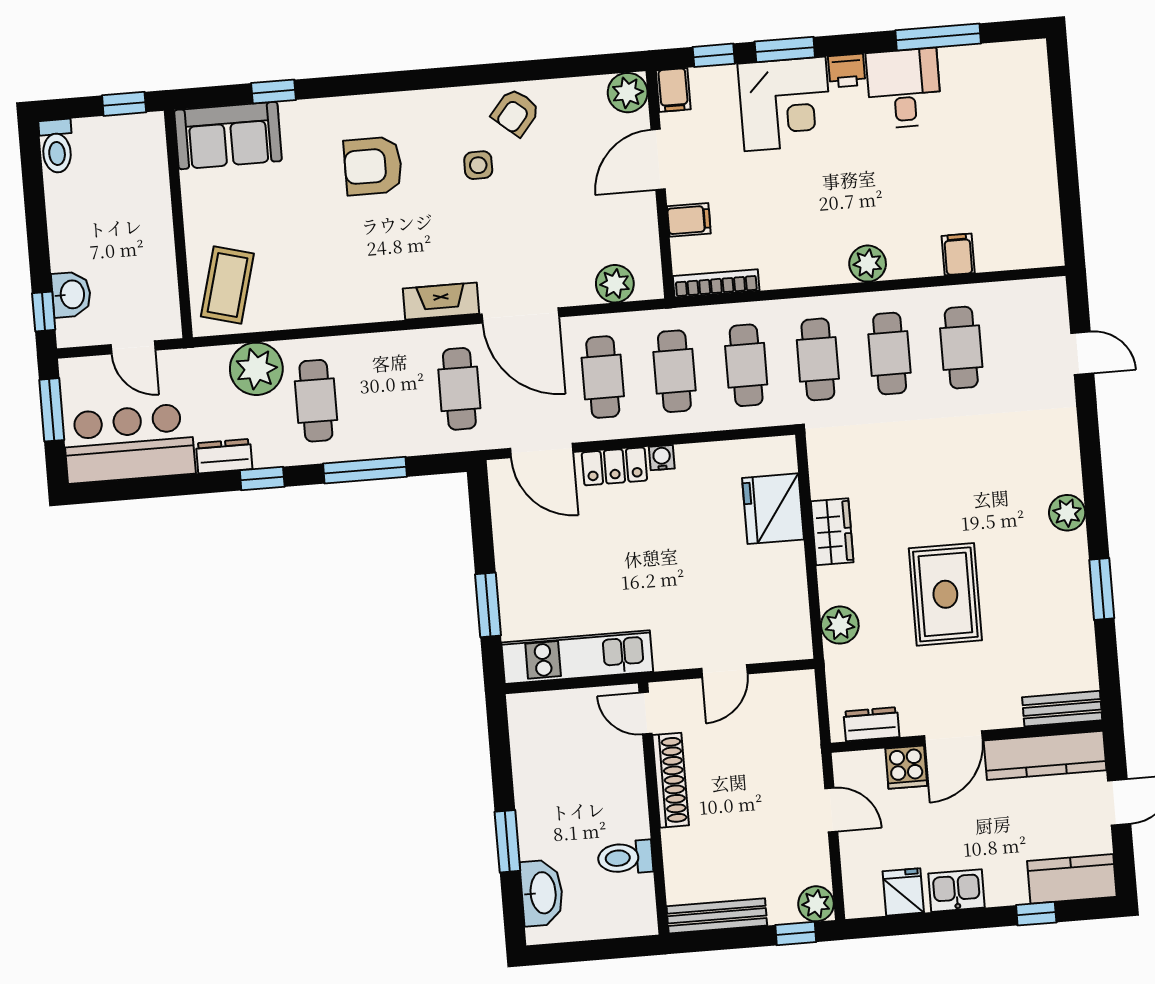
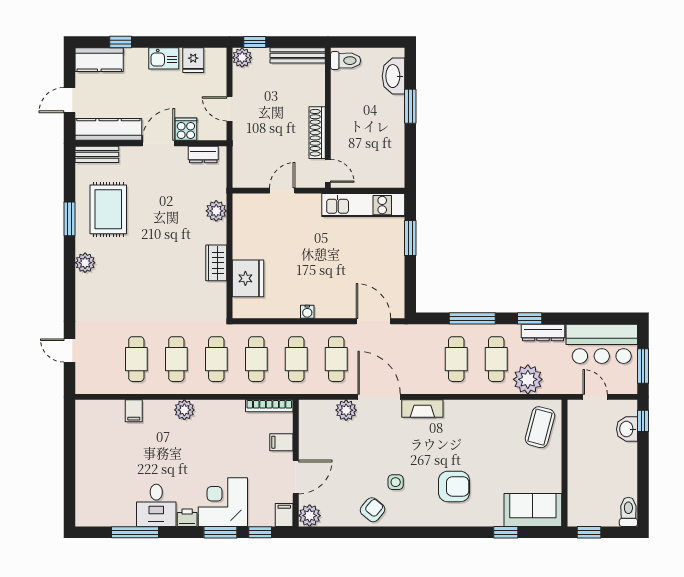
plant: (615, 284) -> (346, 410), moved
cafe table: (459, 389) -> (456, 359), moved
dresser: (224, 456) -> (543, 332), width x1.44
locker: (614, 466) -> (334, 309), removed
rug: (945, 594) -> (108, 209), moved
toilet: (625, 858) -> (346, 61), moved

